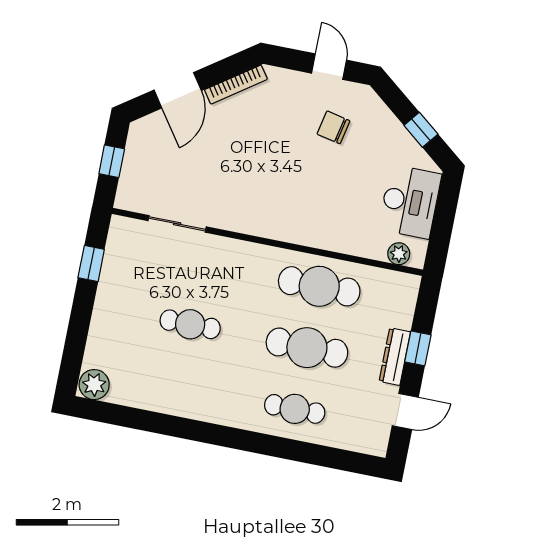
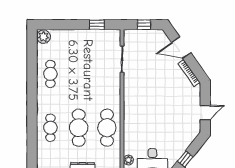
chair: (333, 127) -> (179, 120), removed
cafe table: (190, 324) -> (50, 74), moved

